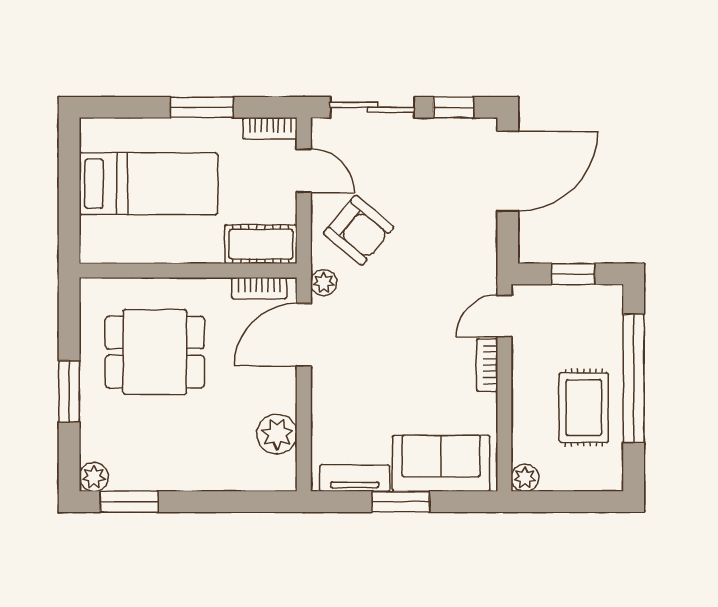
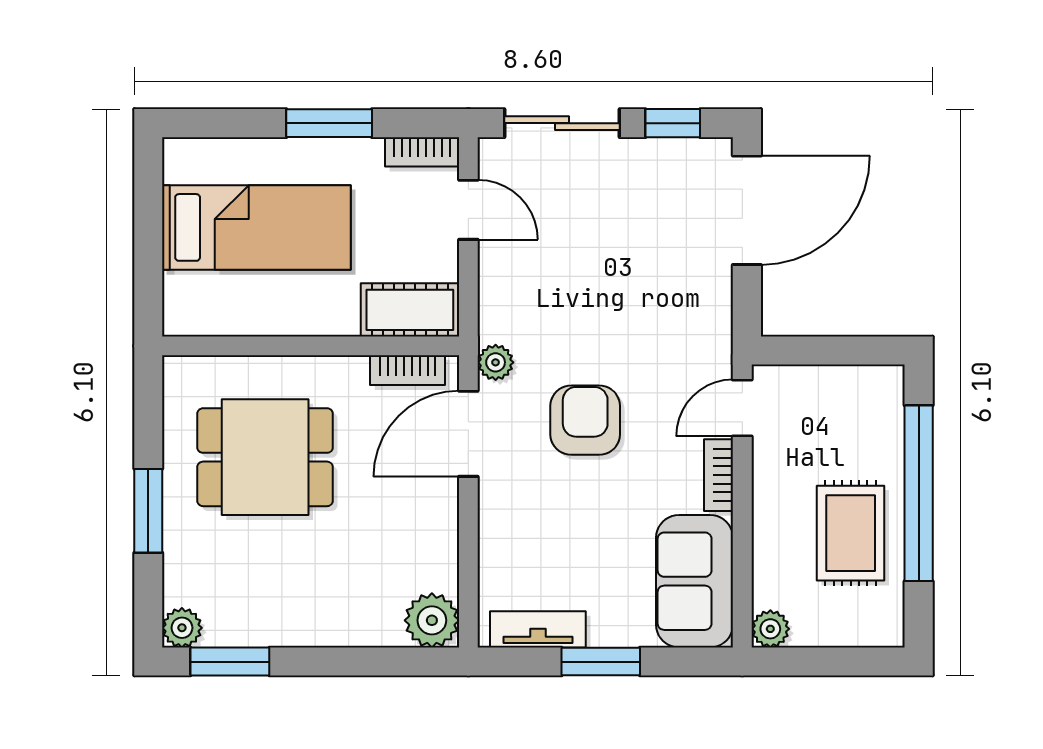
armchair: (359, 230) -> (585, 420), moved, turned -130
window: (573, 274) -> (836, 351), removed
plant: (277, 434) -> (432, 620), moved
sofa: (441, 463) -> (695, 581), moved, turned -90

